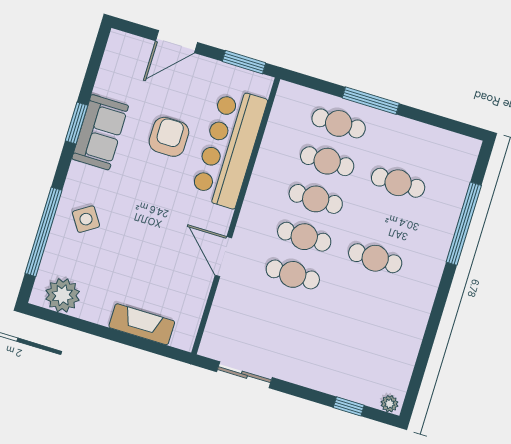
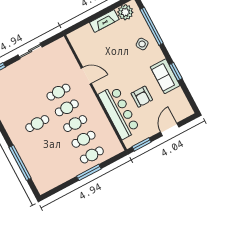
cafe table: (398, 183) -> (54, 155), removed
fireplace: (142, 324) -> (104, 21), moved
sliding door: (244, 375) -> (30, 51), moved

